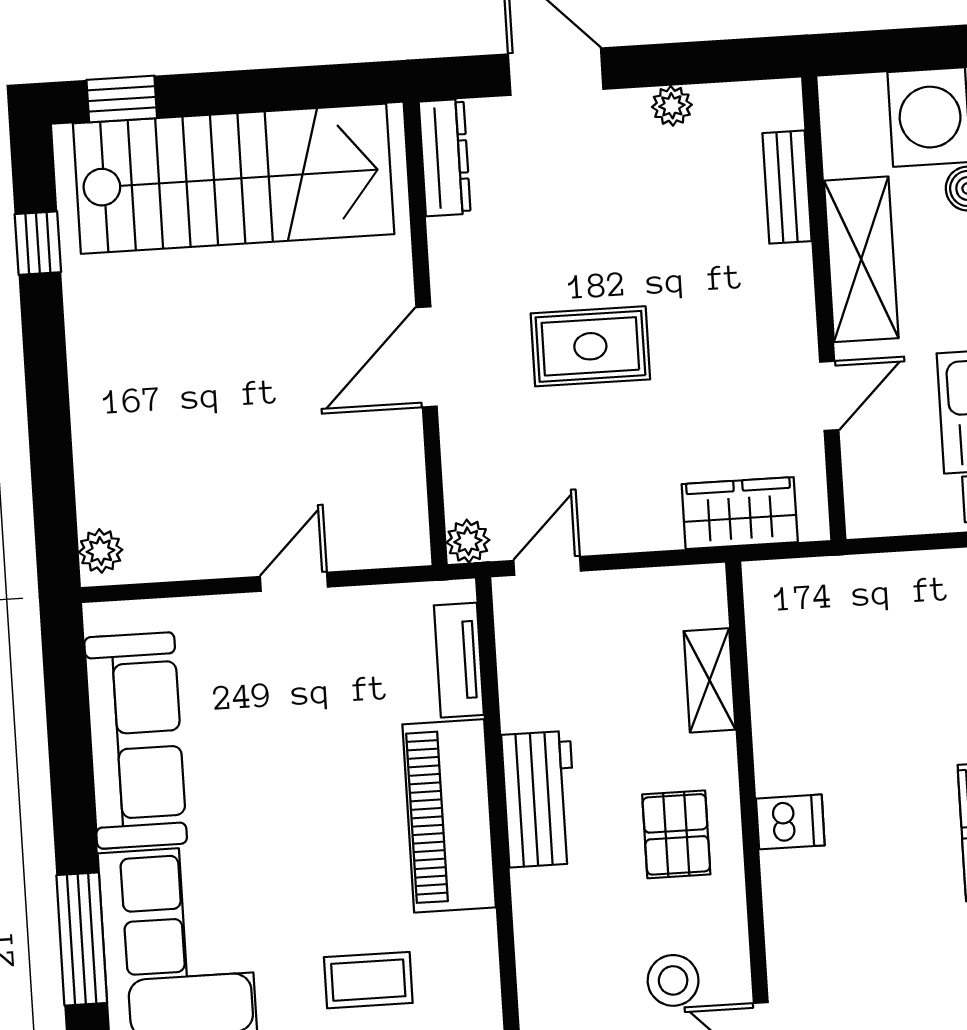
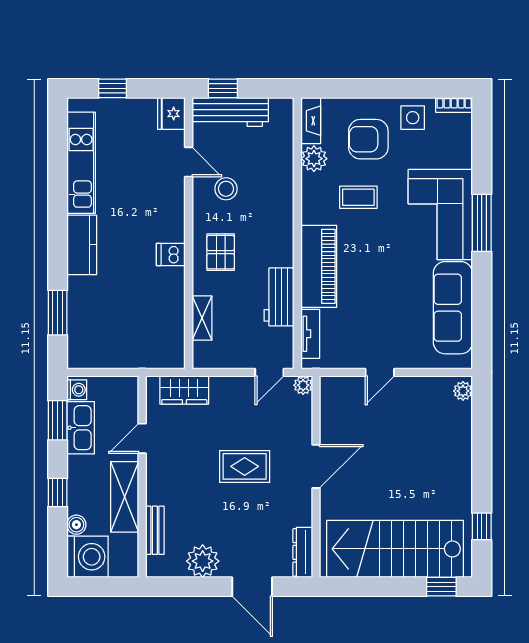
plant: (672, 106) -> (203, 561), width x1.88, depth x1.88
workbench: (540, 799) -> (279, 297), moved

